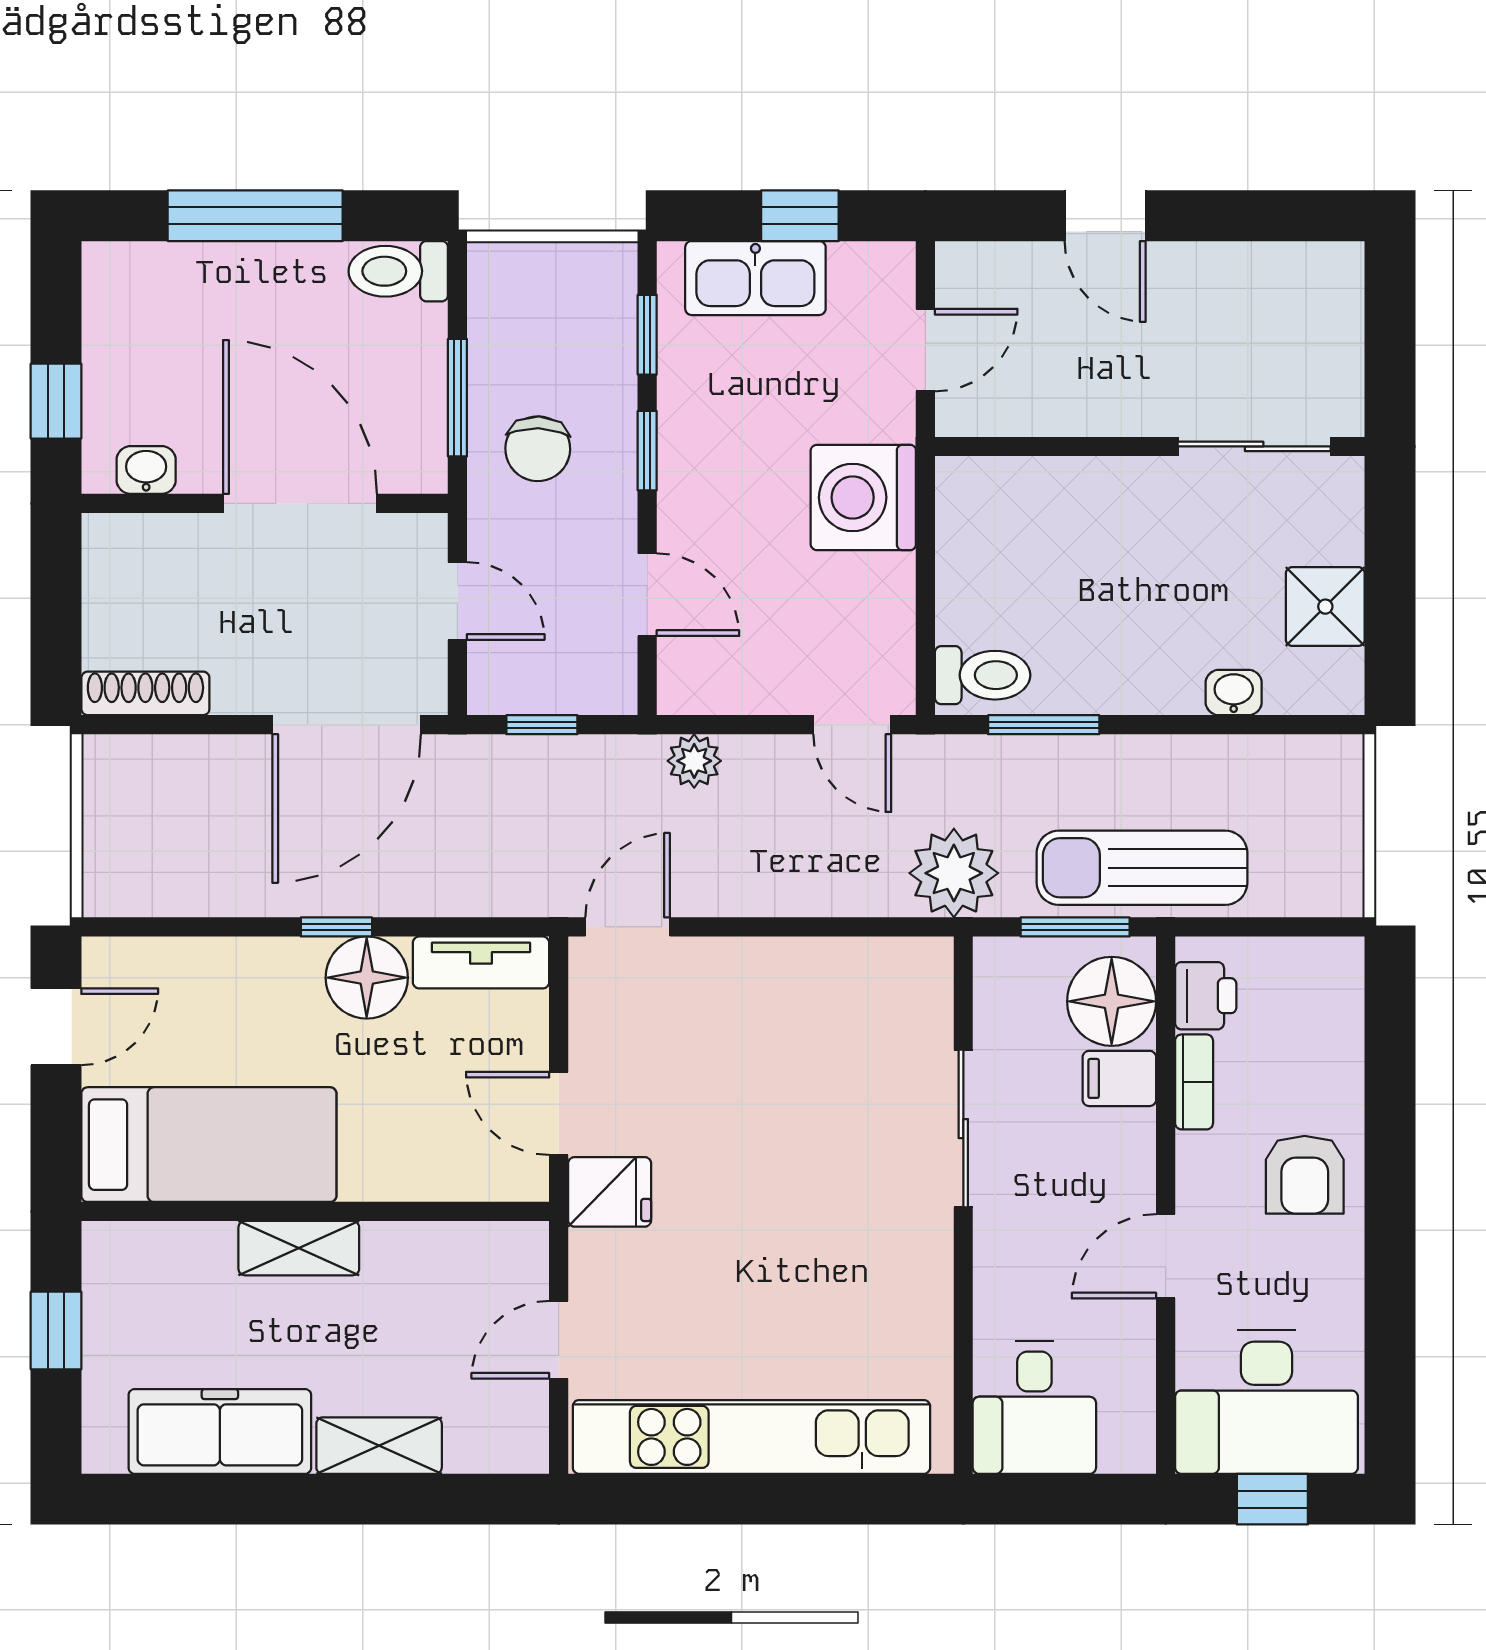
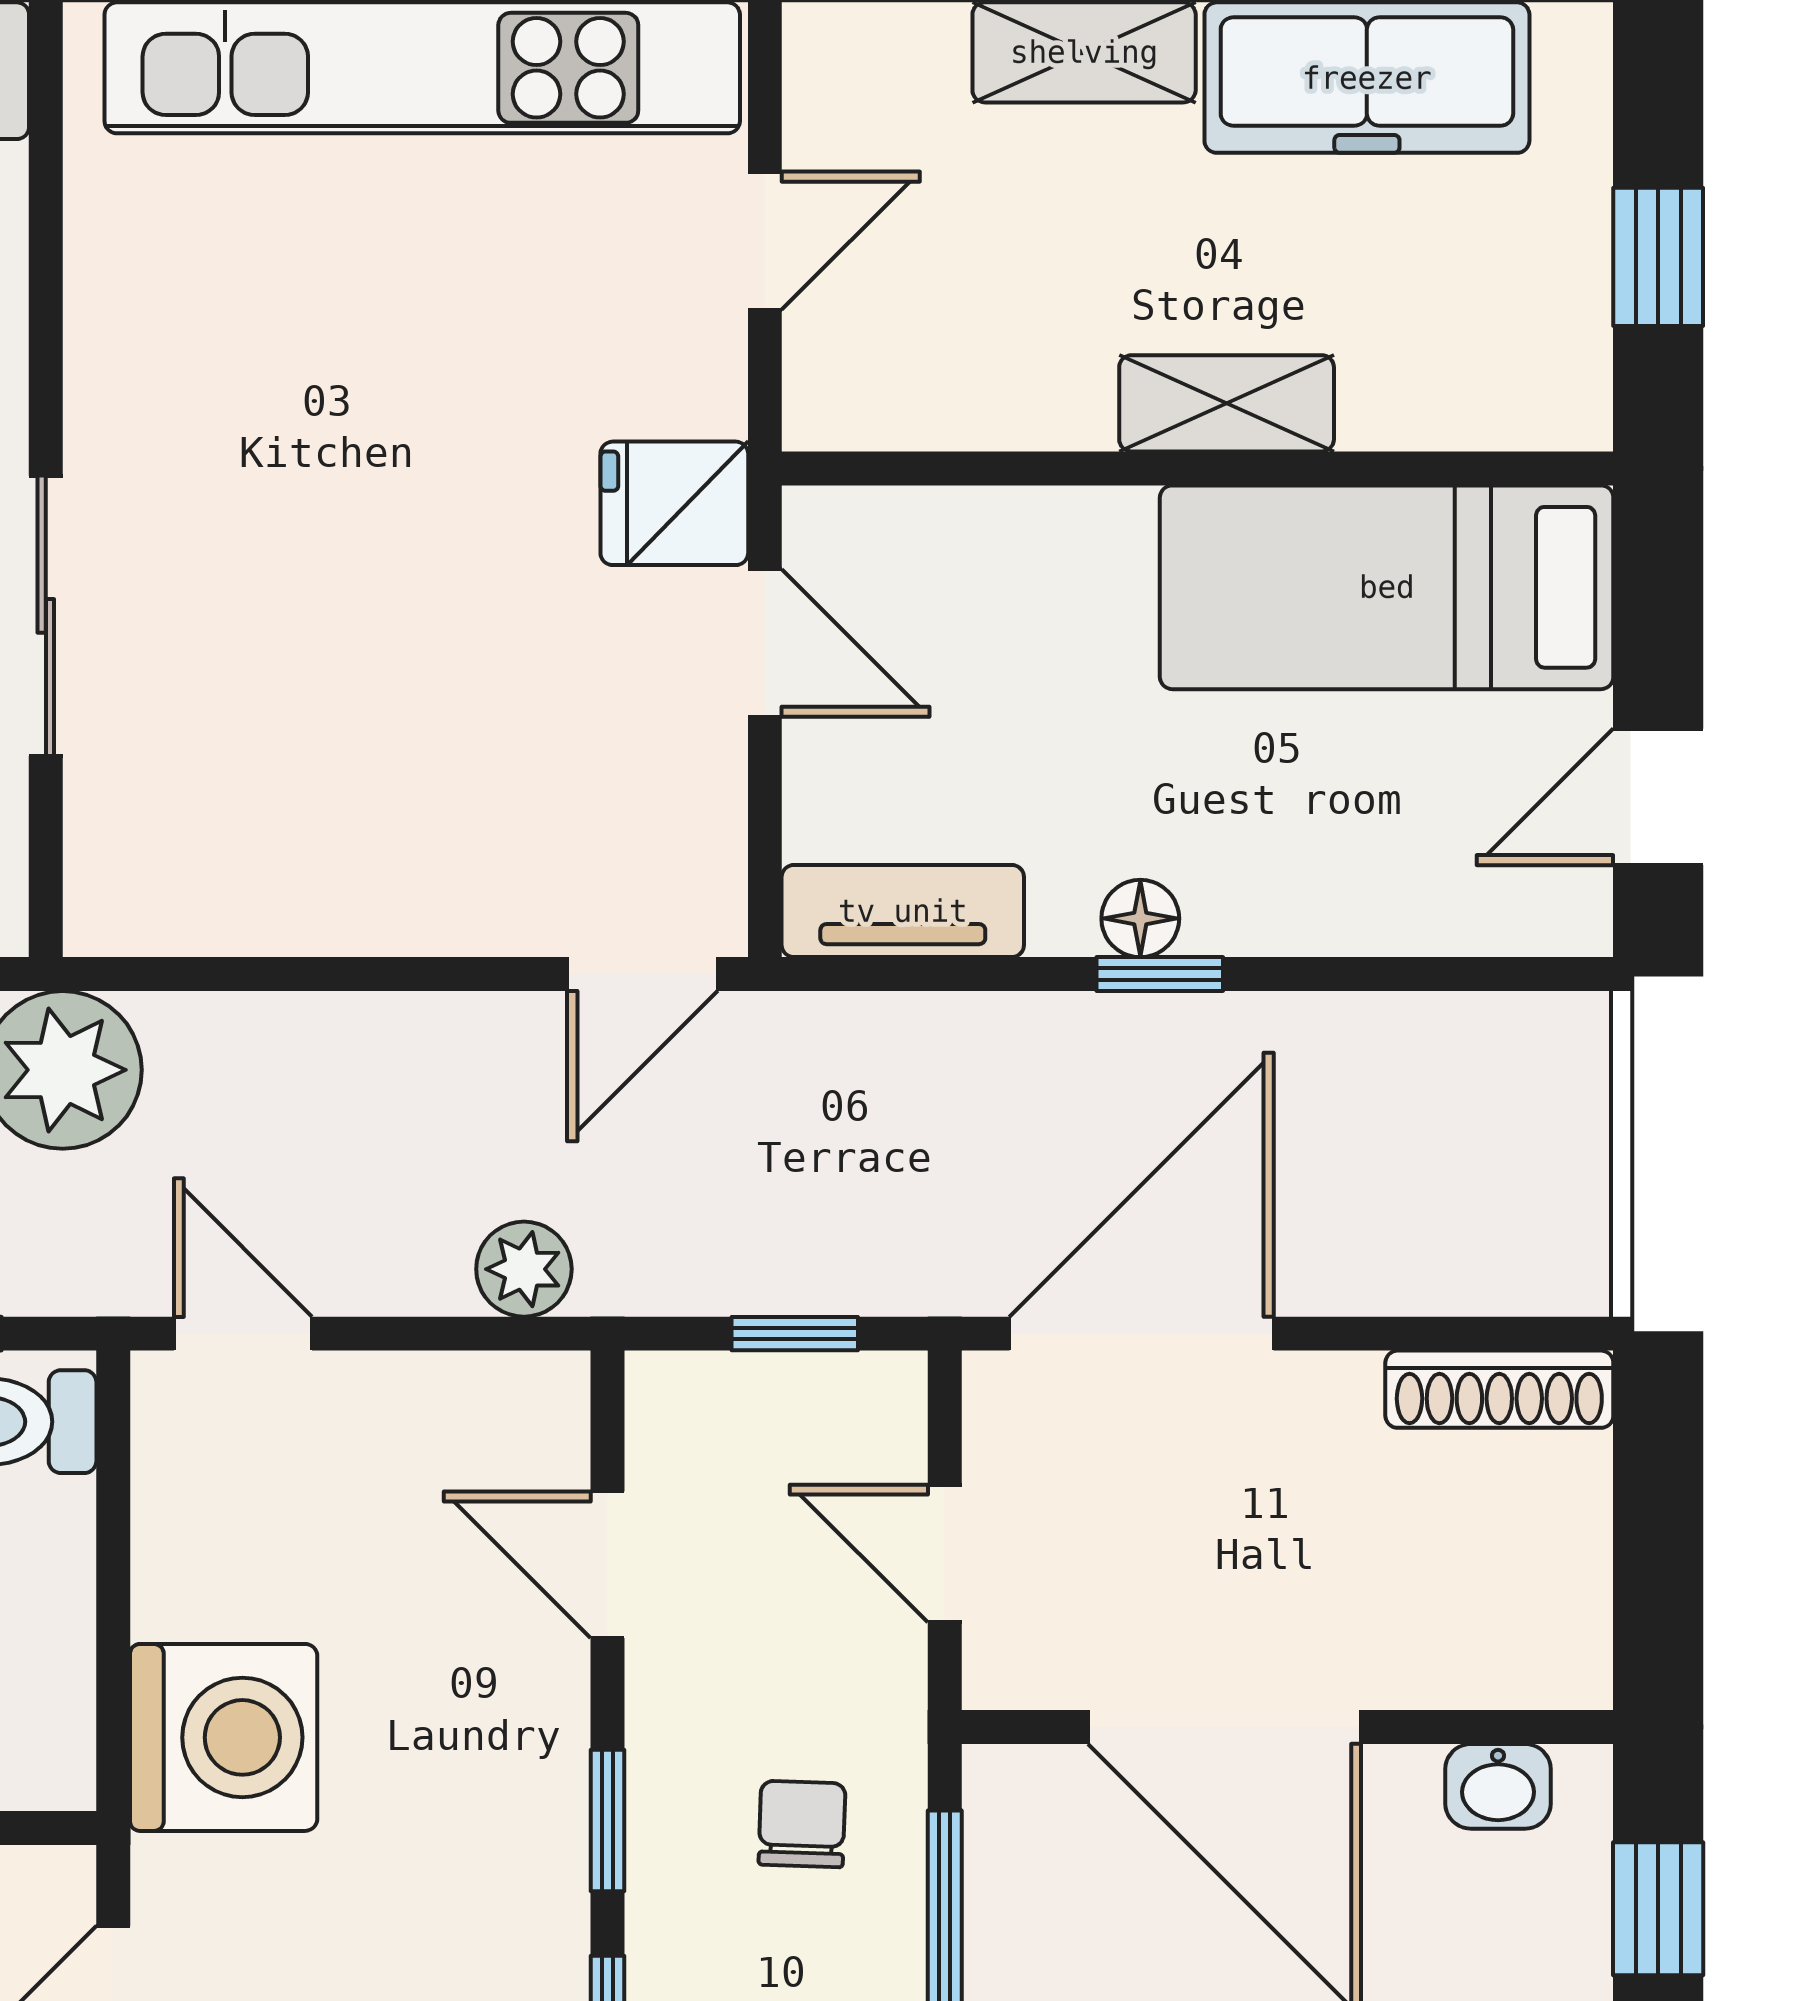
chair: (538, 449) -> (802, 1824), width x0.73, depth x0.73
floor lamp: (367, 978) -> (1140, 918), width x0.53, depth x0.53

